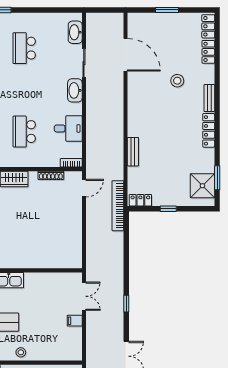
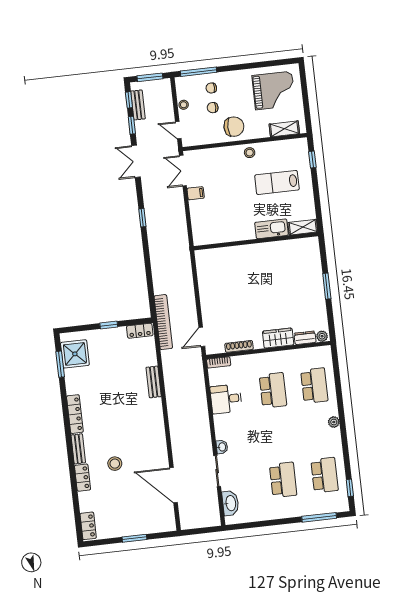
locker: (208, 52) -> (83, 478), moved
washbasin: (75, 90) -> (222, 447), width x0.52, depth x0.69
double door: (84, 296) -> (183, 171), moved

